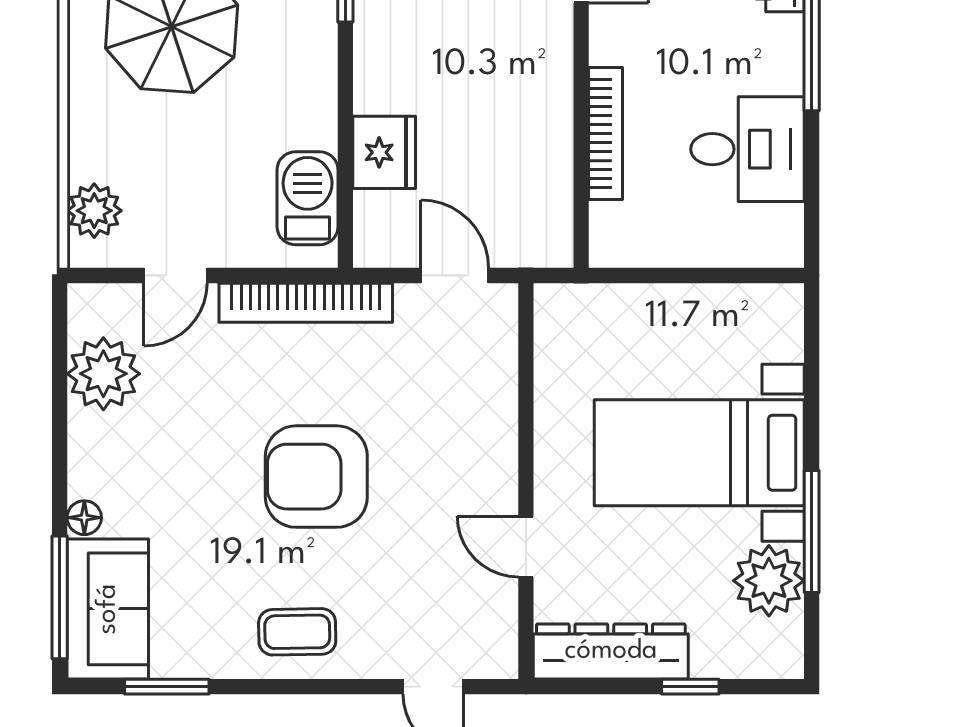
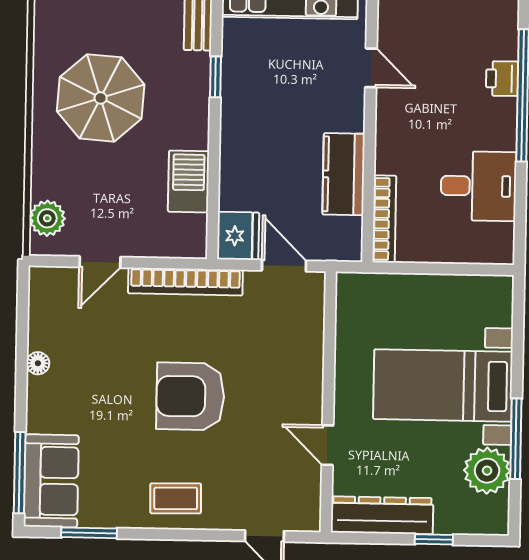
bookcase: (605, 133) -> (384, 219), moved
kitchen counter: (543, 135) -> (344, 174), added
fridge: (384, 152) -> (238, 236), moved
barbecue: (308, 198) -> (189, 181), moved
plant: (103, 374) -> (51, 326), removed
floor lamp: (84, 518) -> (38, 363), moved

